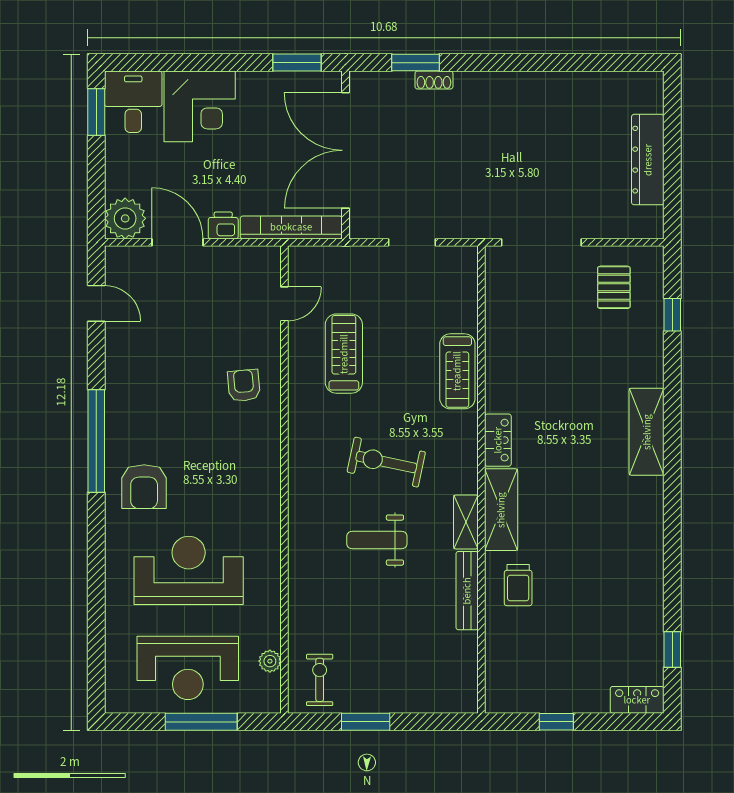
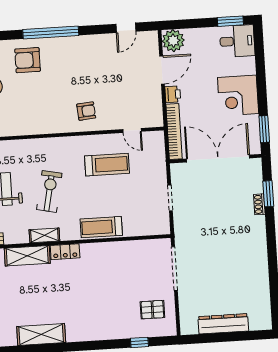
corner desk: (200, 106) -> (238, 95), moved
shelving: (647, 432) -> (41, 335), moved
shelving: (466, 522) -> (44, 235), moved

